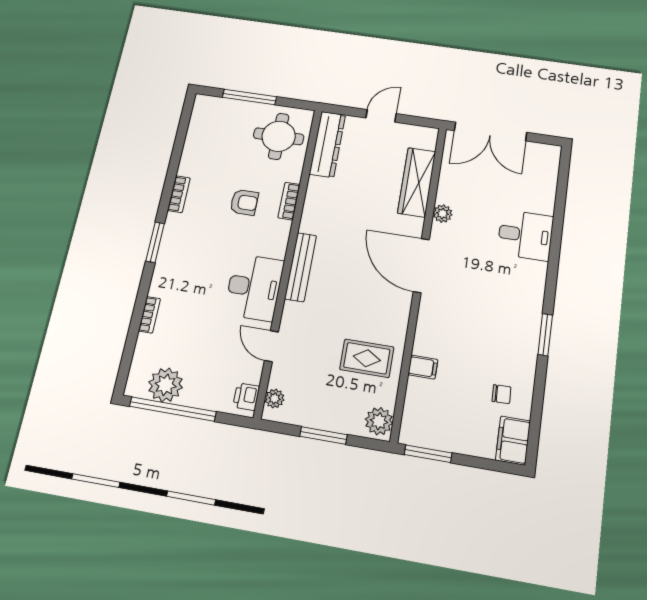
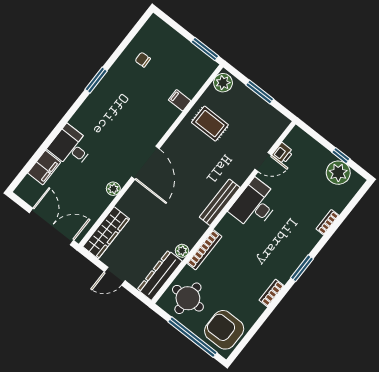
window: (249, 97) -> (192, 337), width x1.46
wardrobe: (417, 182) -> (106, 233), moved
bookcase: (289, 201) -> (204, 250), width x1.56
armchair: (244, 202) -> (224, 330), moved, width x1.88, depth x1.88
door: (271, 346) -> (263, 162), hinge flipped
printer: (246, 397) -> (283, 153), moved
plant: (274, 399) -> (182, 251), moved
window: (173, 409) -> (341, 156), width x0.32
filing cabinet: (513, 440) -> (44, 168), moved

